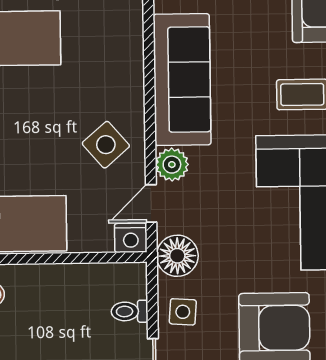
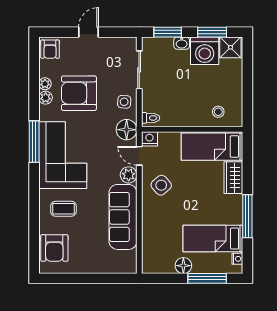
door: (151, 203) -> (139, 156), swing flipped
toilet: (130, 311) -> (151, 118), moved

